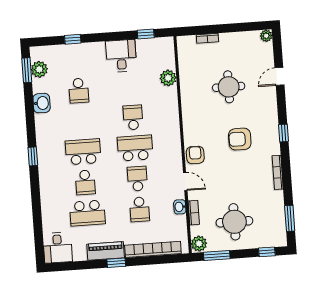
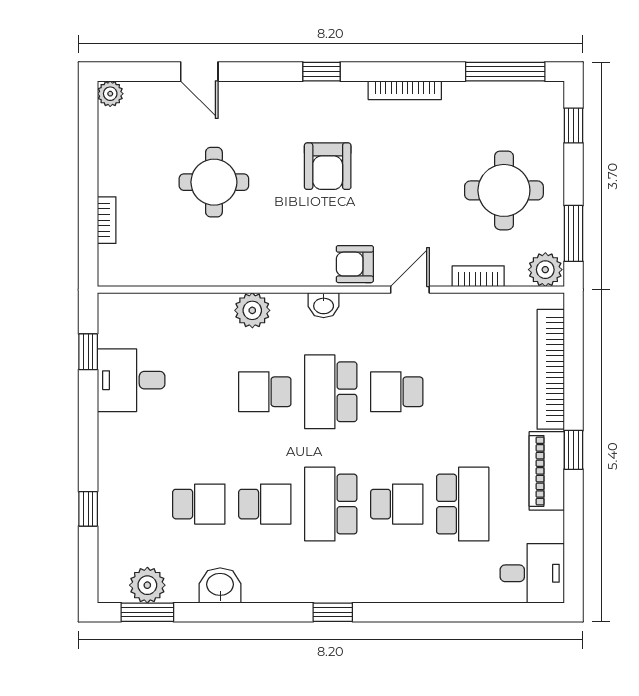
desk: (121, 56) -> (131, 380), moved
plant: (168, 78) -> (252, 310), moved
washbasin: (180, 207) -> (324, 305), moved
school desk: (140, 209) -> (265, 504), moved
window: (290, 218) -> (505, 72), width x1.44

